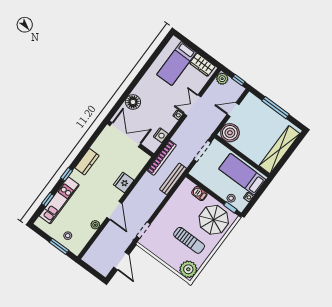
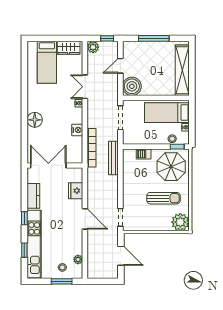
double door: (125, 135) -> (48, 165), moved
wall: (131, 139) -> (55, 165), moved
kitchen unit: (59, 200) -> (34, 244), width x1.36
plant: (95, 225) -> (78, 259), moved

